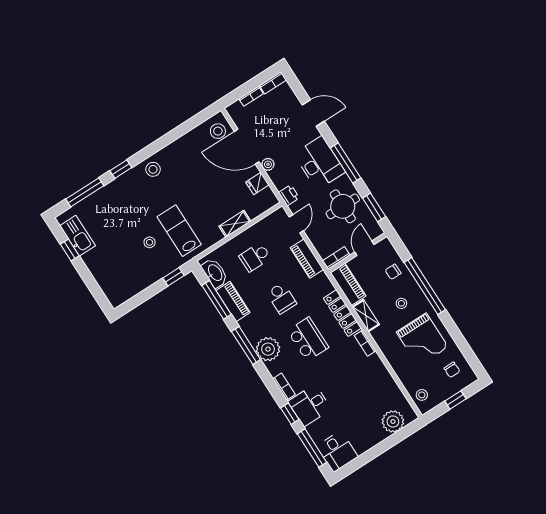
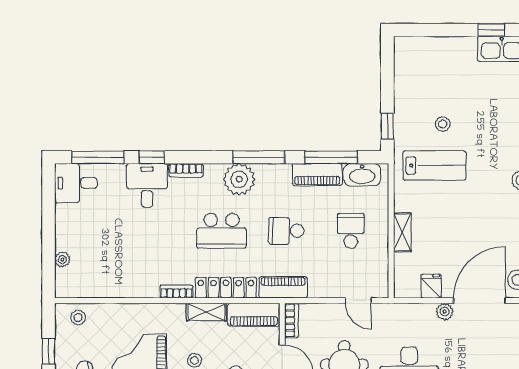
printer: (289, 195) -> (395, 313), removed
piano: (307, 259) -> (283, 287), moved
plant: (393, 421) -> (62, 260), width x0.53, depth x0.53

